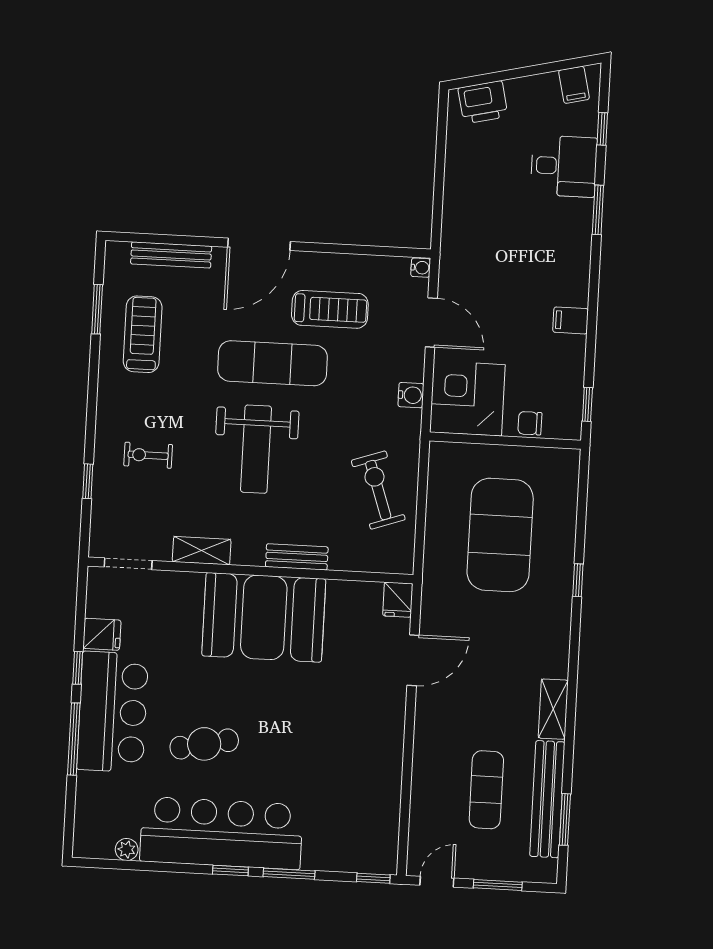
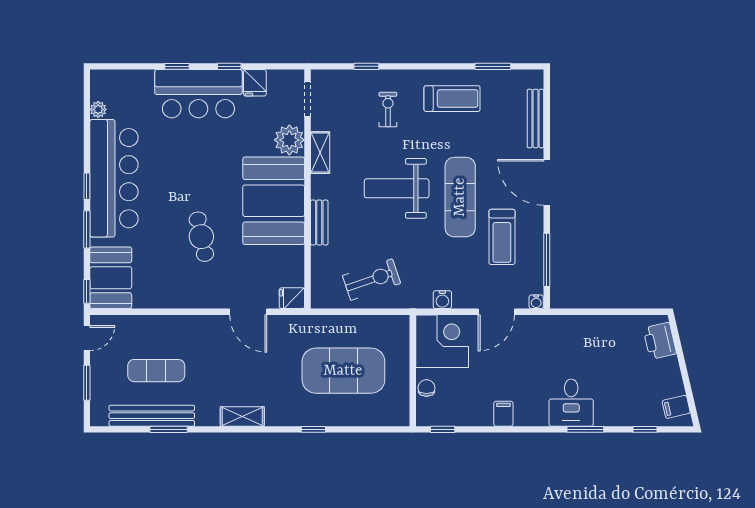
desk: (564, 166) -> (571, 403), moved
window: (364, 250) -> (547, 260), added
treadmill: (143, 334) -> (452, 99), moved
plant: (182, 592) -> (289, 140), added
shelving: (553, 709) -> (242, 416), moved
window: (74, 739) -> (177, 66), width x0.46
cafe table: (204, 744) -> (201, 237), moved
window: (565, 819) -> (169, 429), moved
booth: (357, 845) -> (111, 278), added
door: (437, 882) -> (87, 338), hinge flipped

